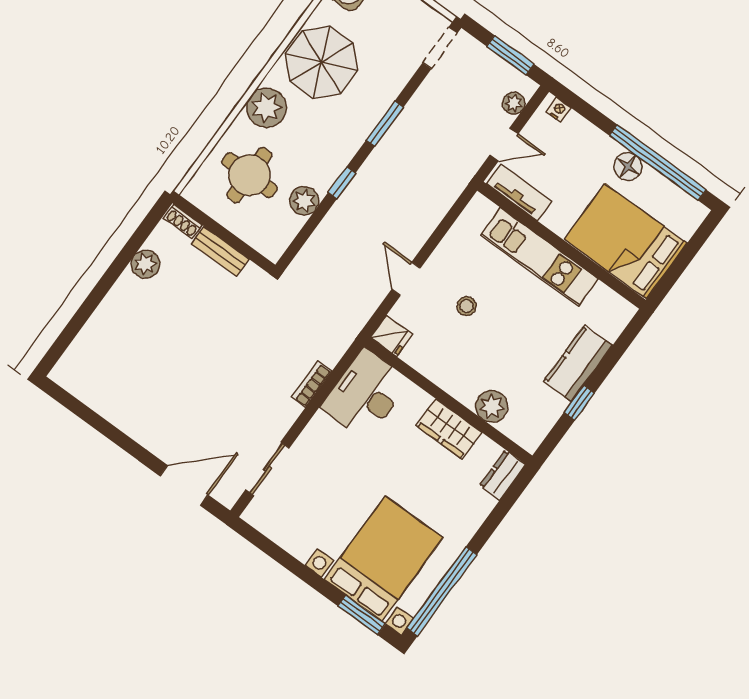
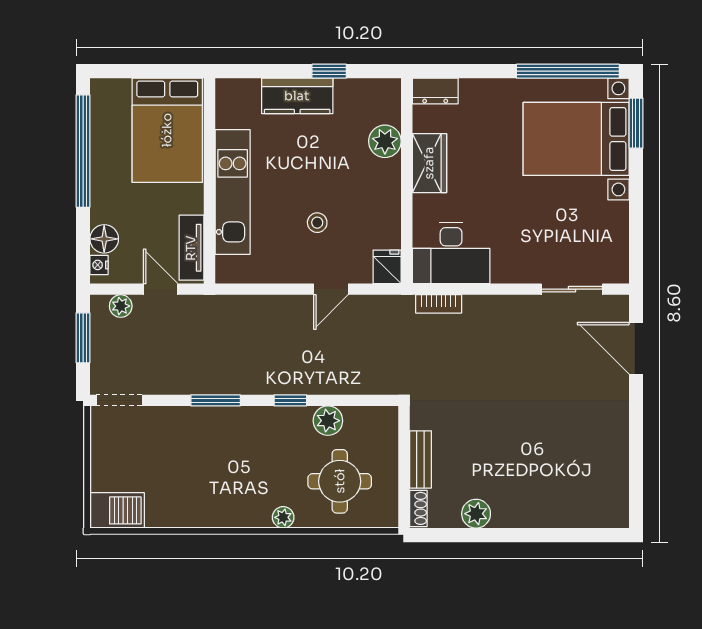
parasol: (321, 62) -> (203, 490), removed
plant: (266, 108) -> (283, 517), width x0.53, depth x0.53
floor lamp: (628, 166) -> (104, 239), moved
bookcase: (311, 384) -> (439, 304), moved

